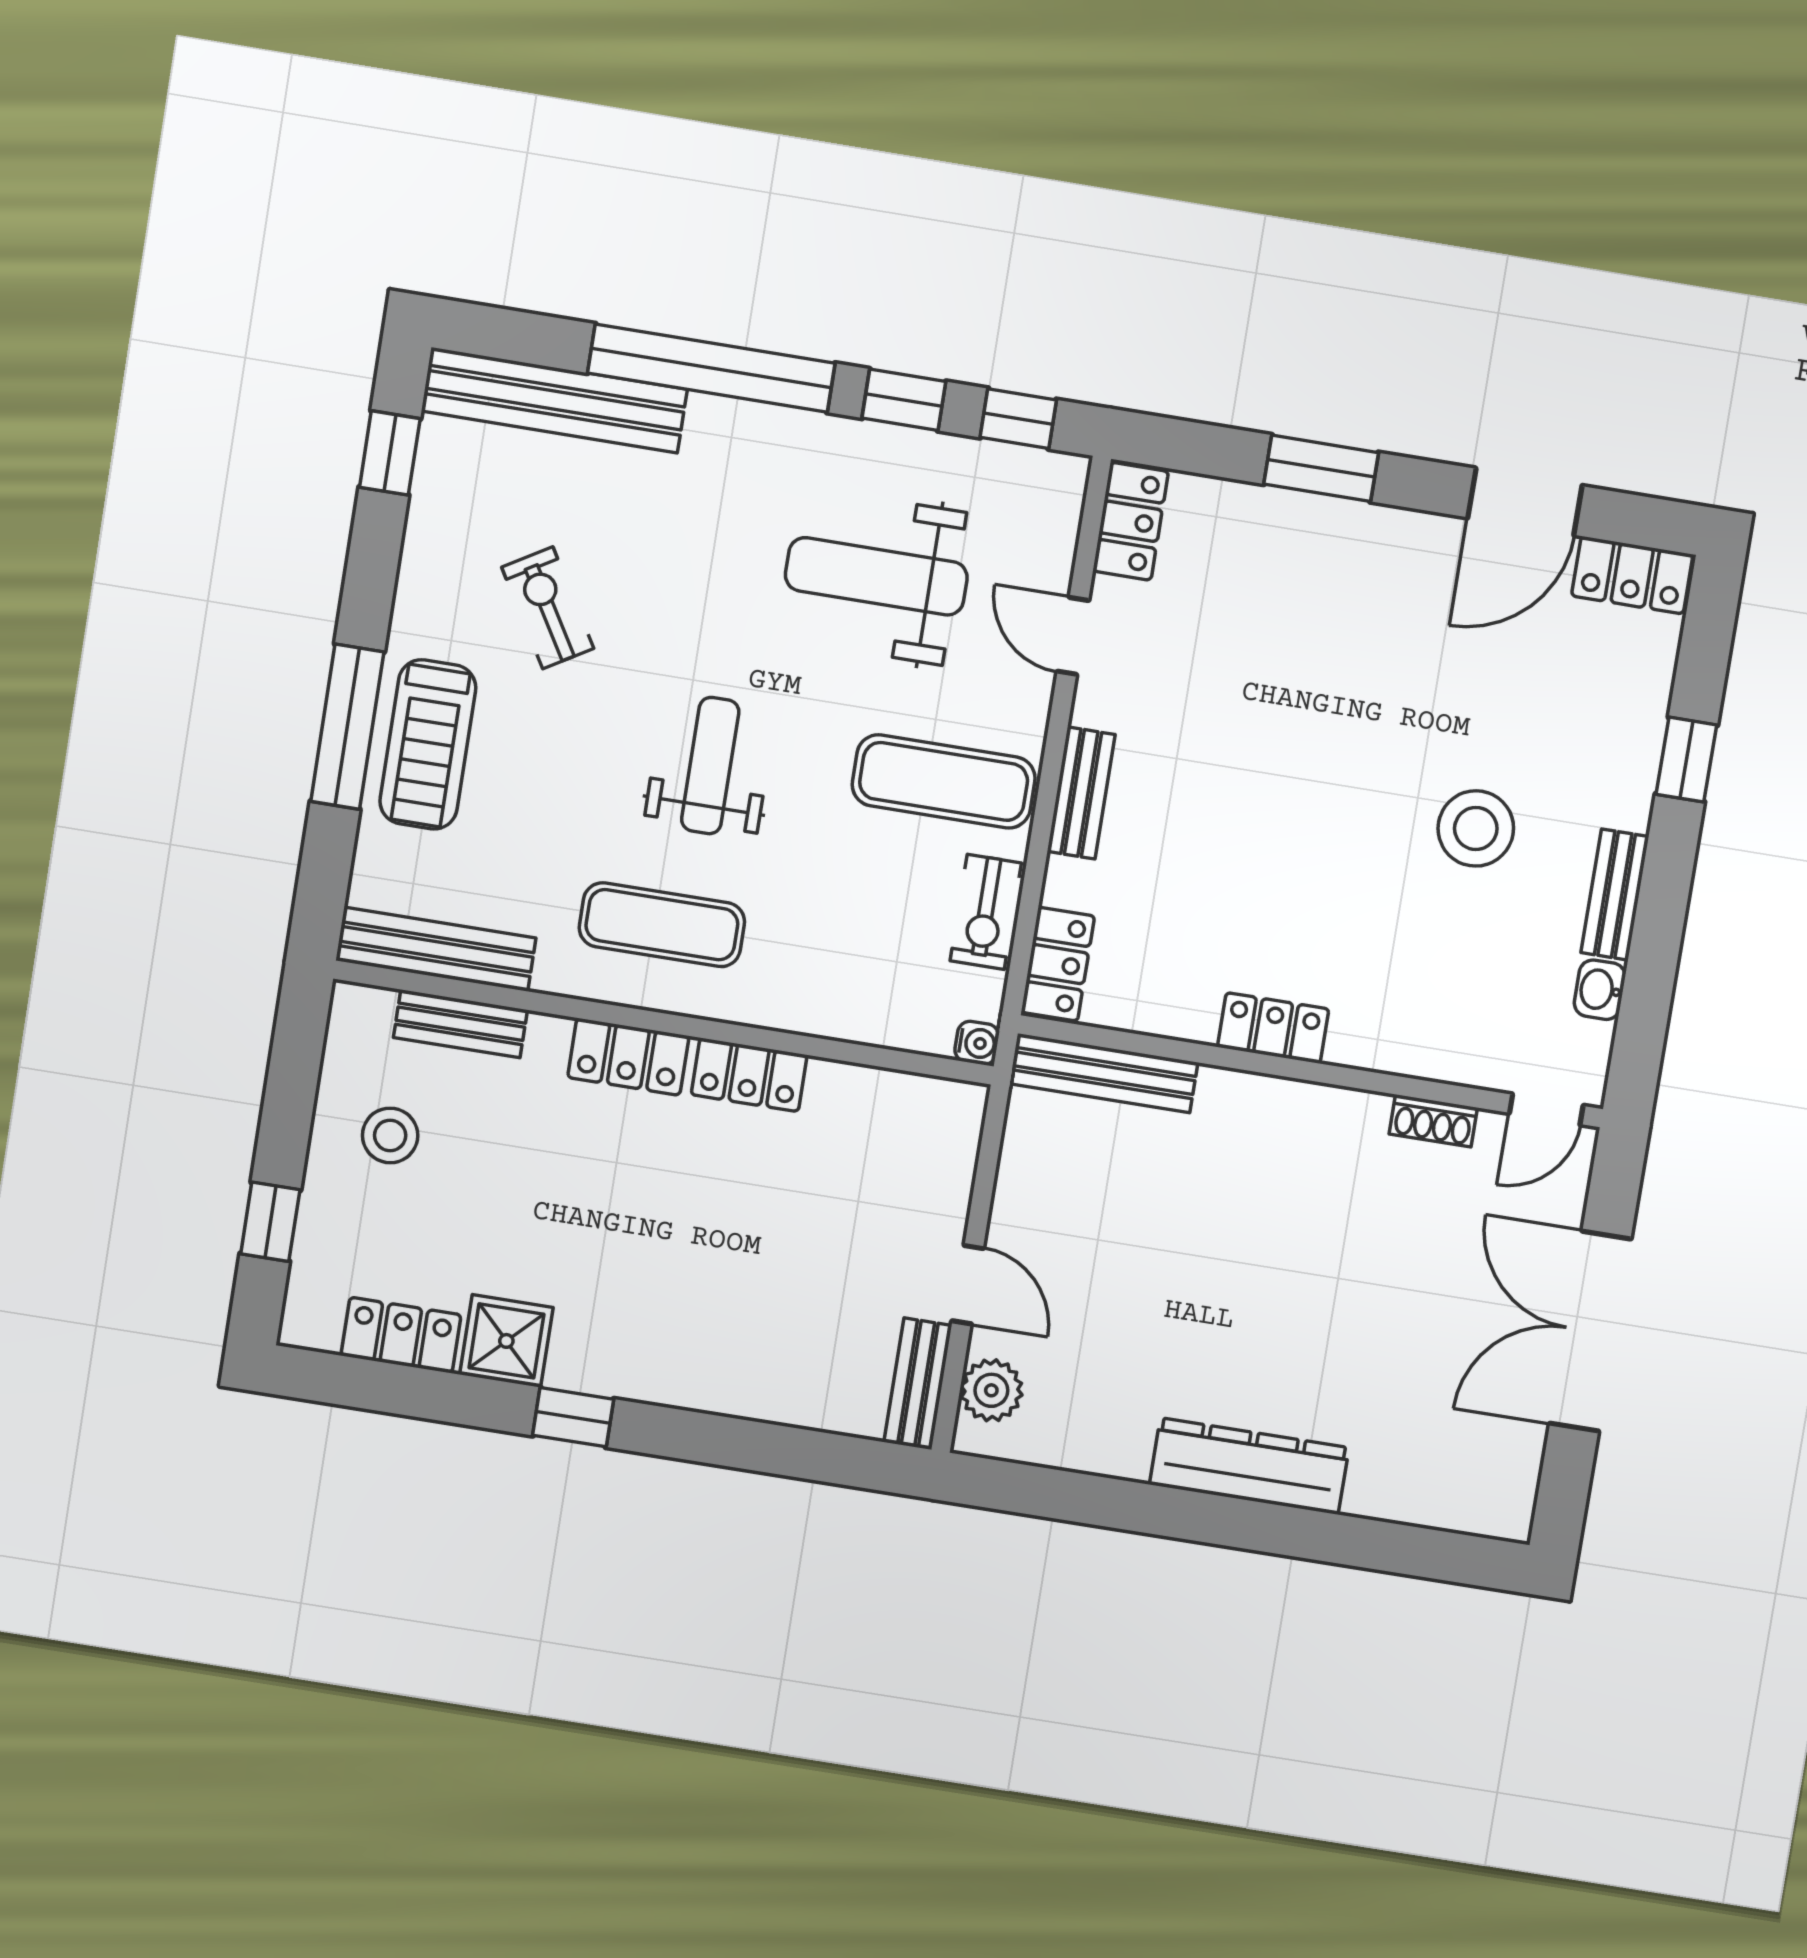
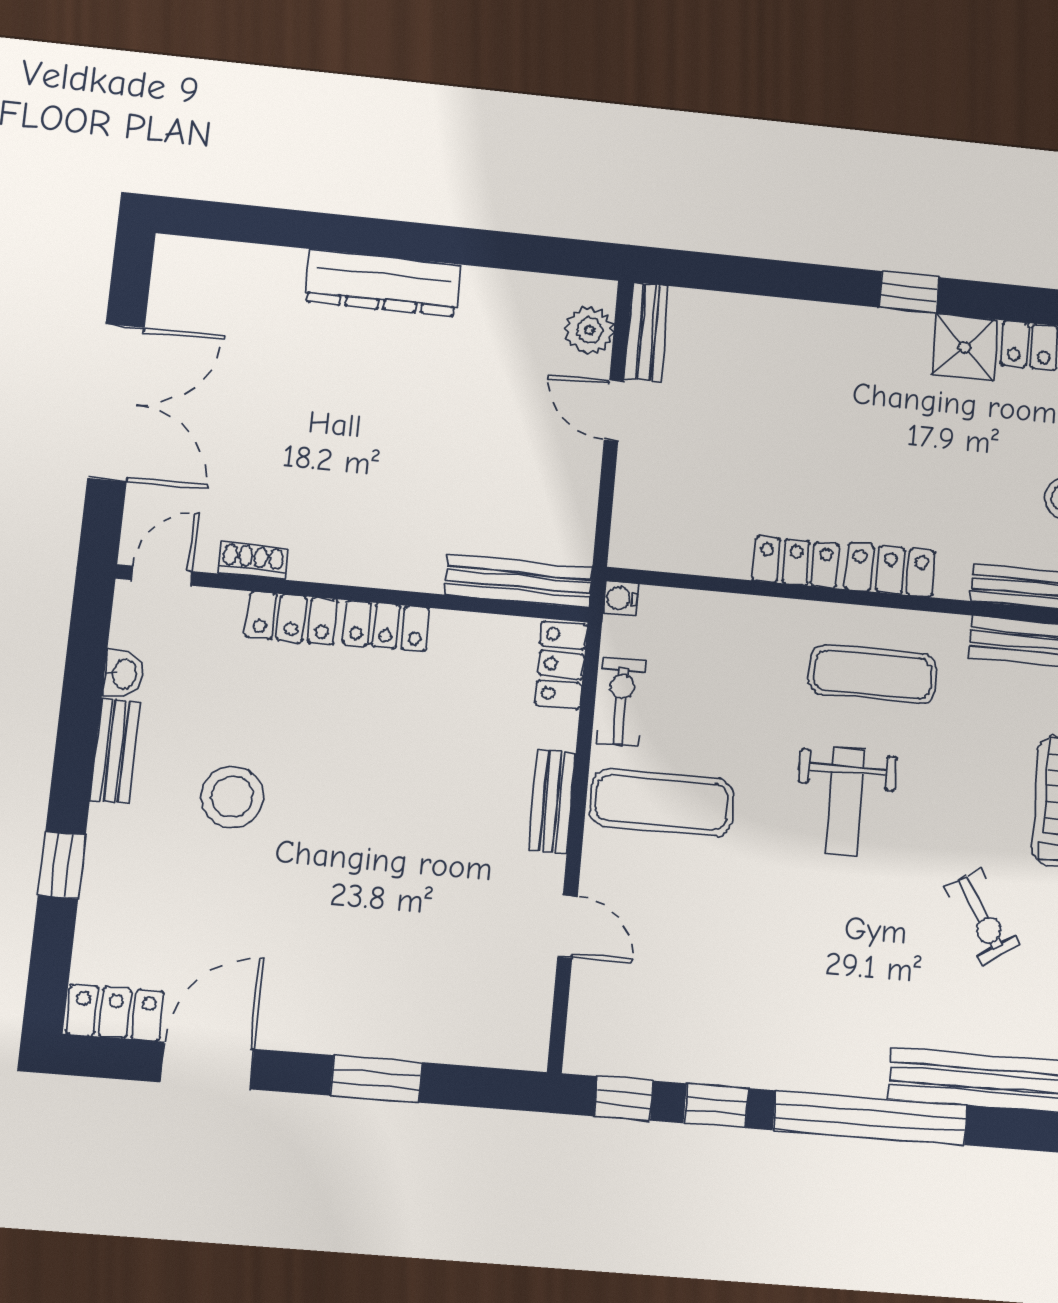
locker: (1131, 521) -> (292, 618), moved, turned -90
weight bench: (876, 576) -> (727, 962), removed

